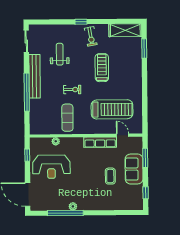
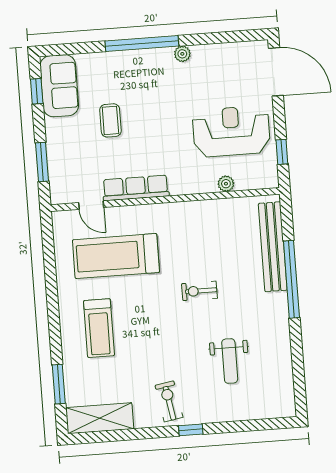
sliding door: (26, 41) -> (299, 382), removed
treadmill: (102, 68) -> (99, 328), moved
bench: (35, 76) -> (273, 247), moved
exercise mat: (67, 118) -> (205, 233), removed
sofa: (134, 169) -> (59, 86), moved
window: (65, 213) -> (142, 44), moved

